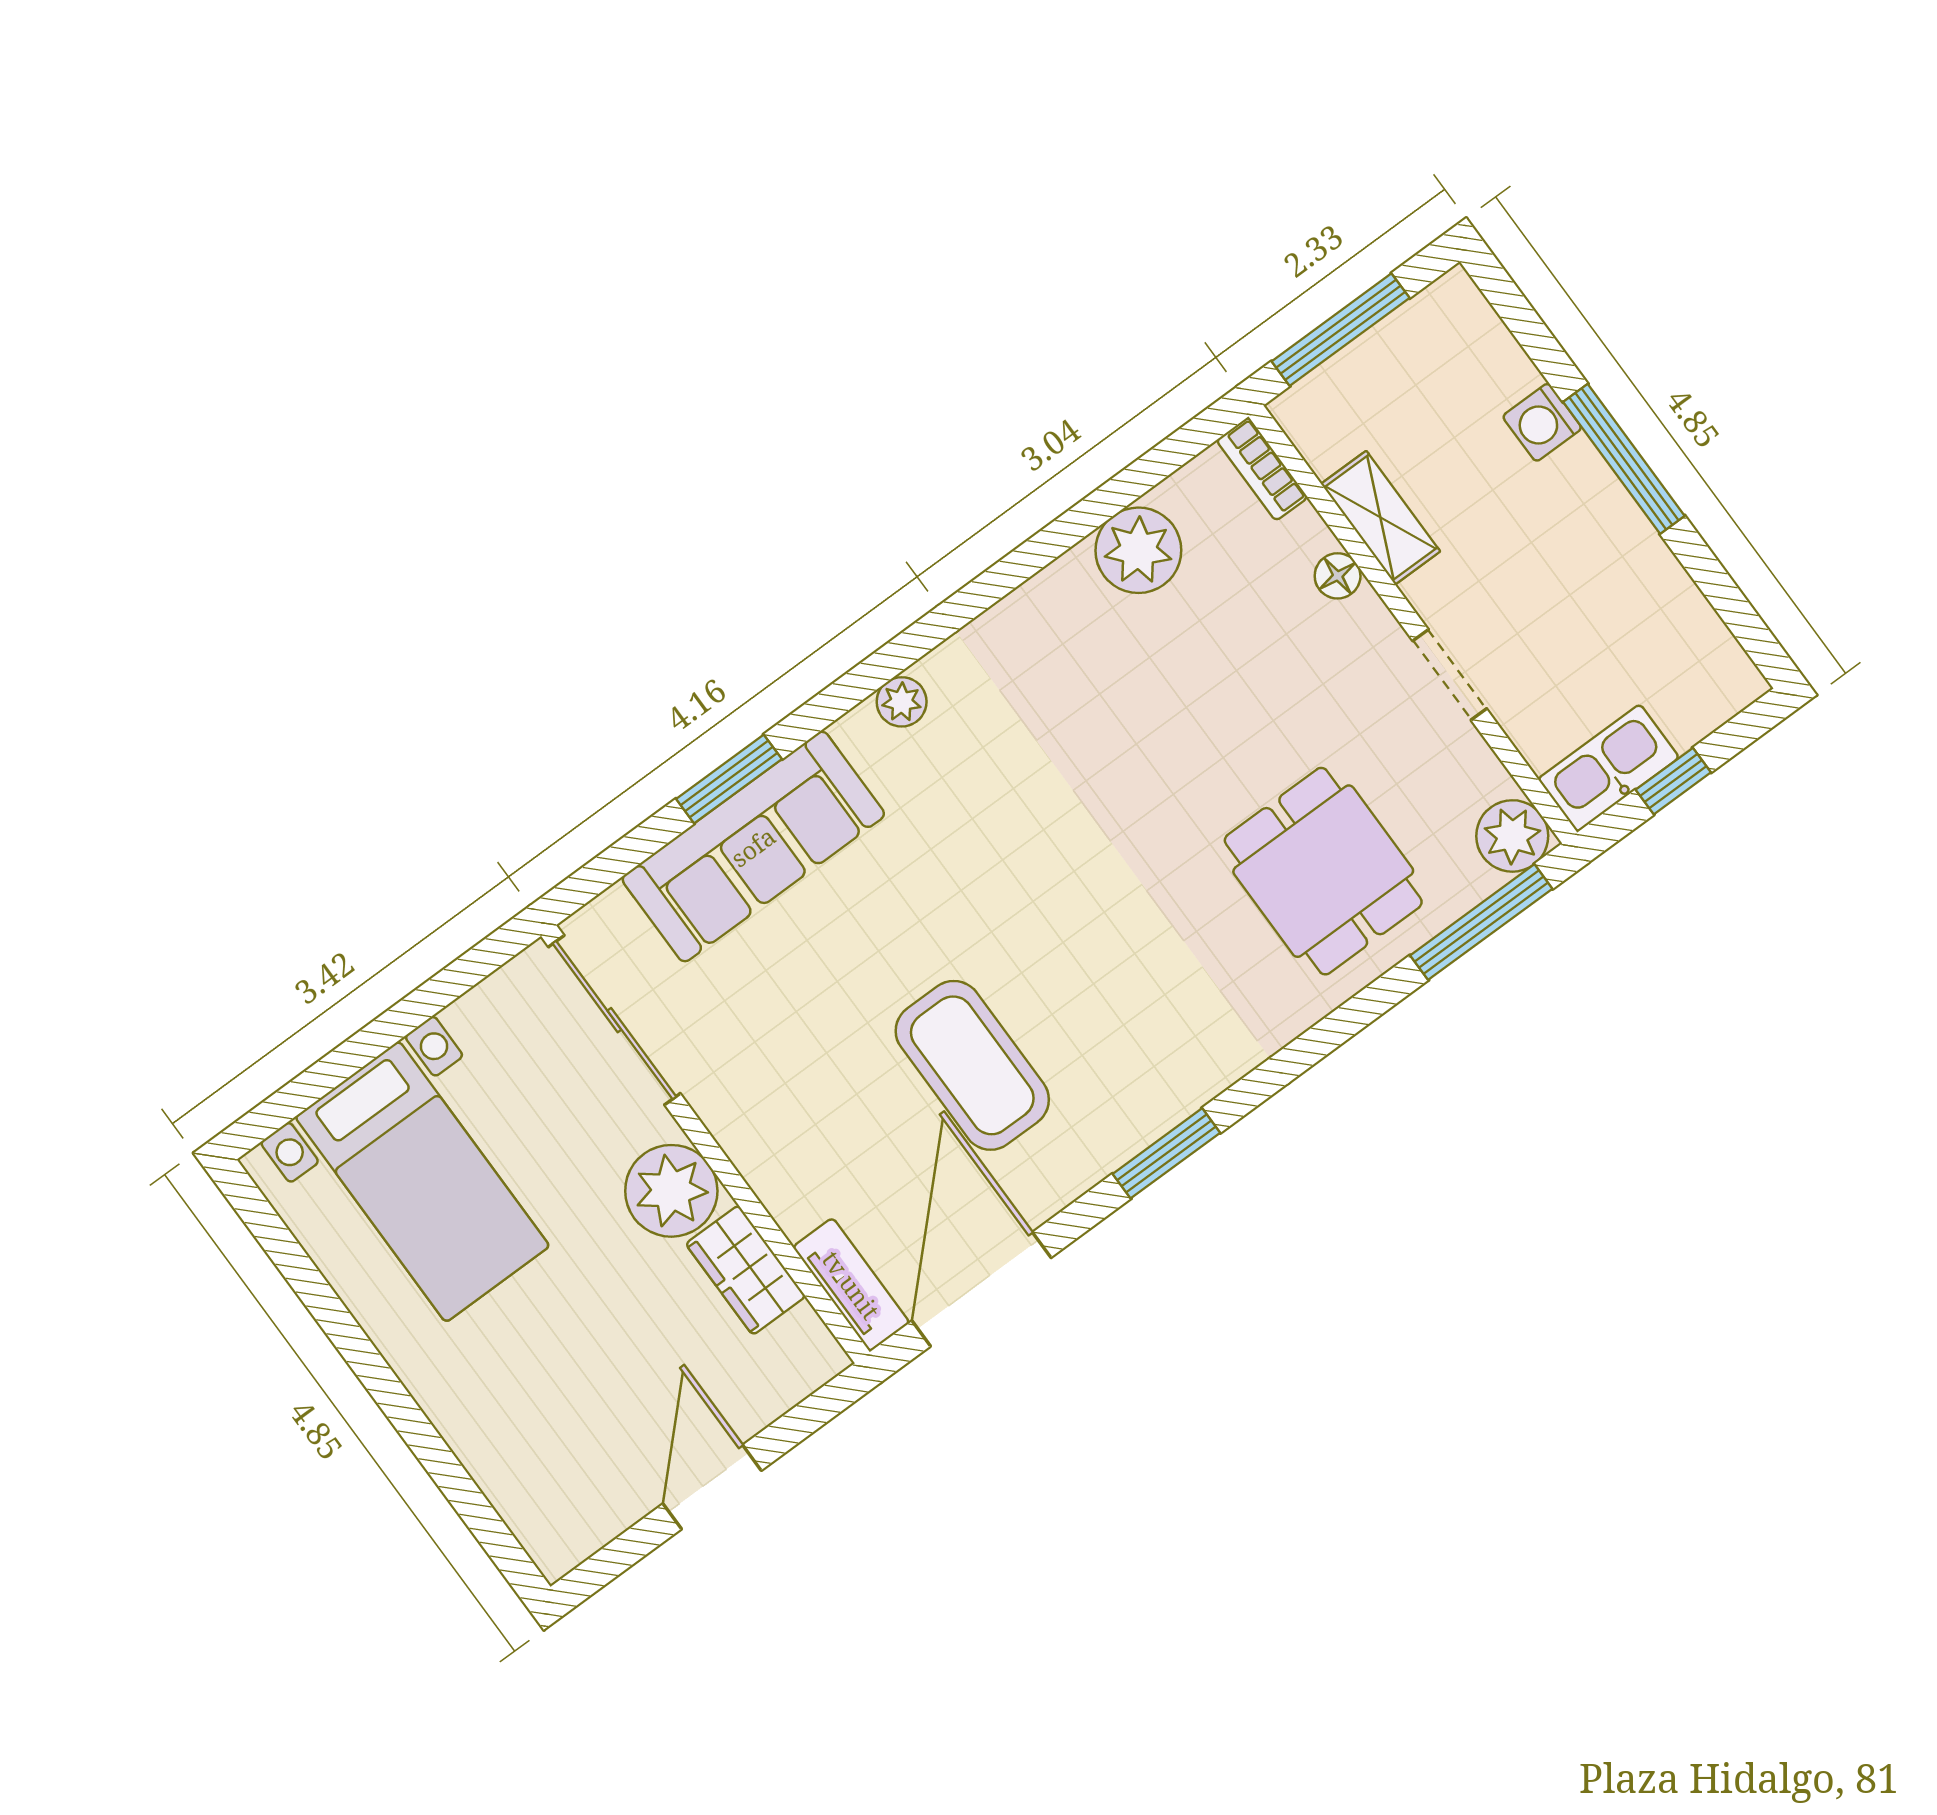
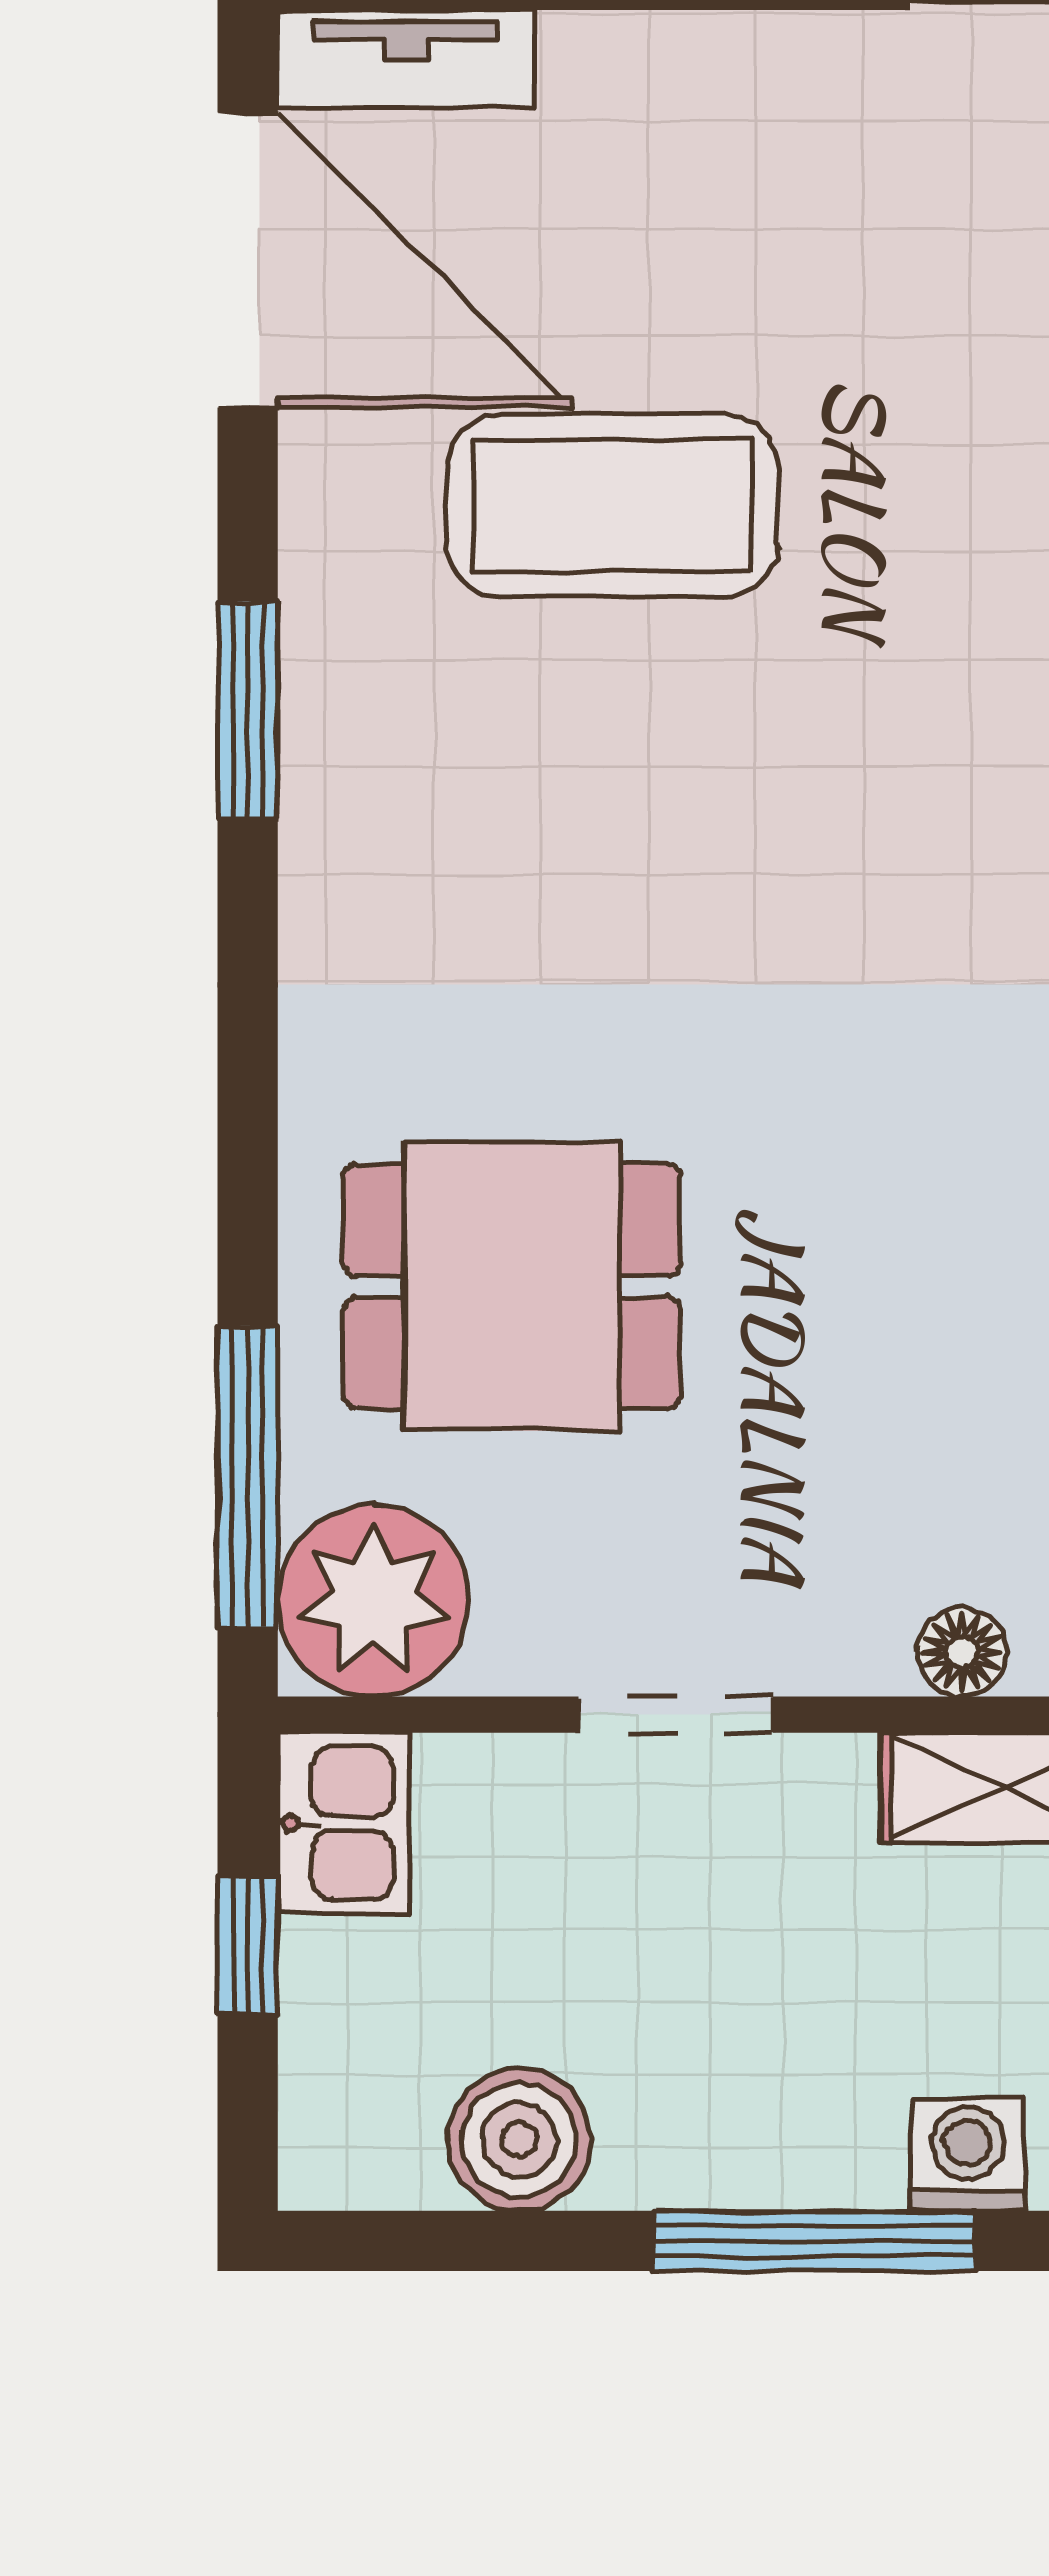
boiler: (1671, 611) -> (519, 2140), added
kitchen sink: (1609, 768) -> (343, 1823), width x0.73
plant: (1512, 836) -> (373, 1601), width x1.36, depth x1.36

